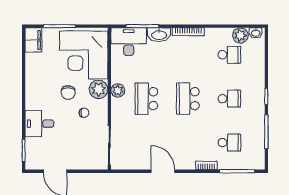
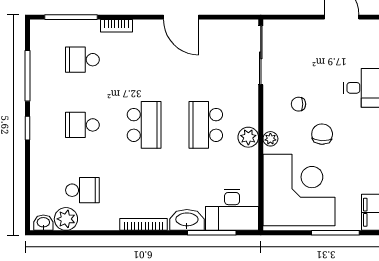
school desk: (229, 55) -> (82, 190), turned 180
plant: (99, 89) -> (270, 139), width x0.53, depth x0.53
school desk: (146, 99) -> (206, 125), turned 180

